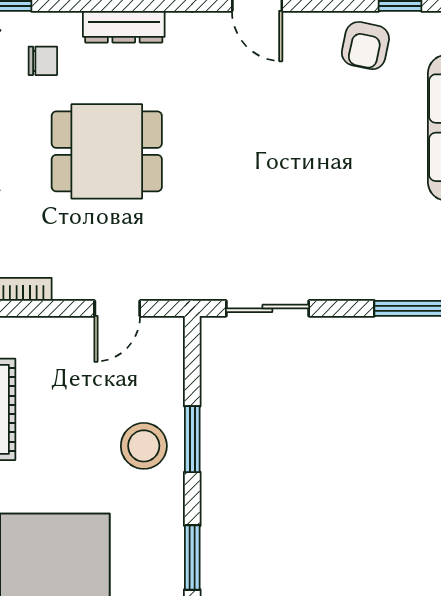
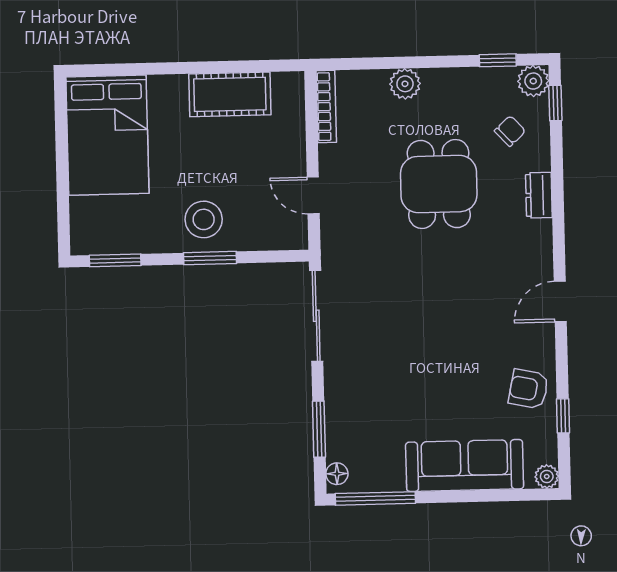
dresser: (124, 27) -> (539, 195), width x0.70
chair: (43, 61) -> (510, 131), turned -133
sliding door: (267, 308) -> (316, 316), width x1.37

